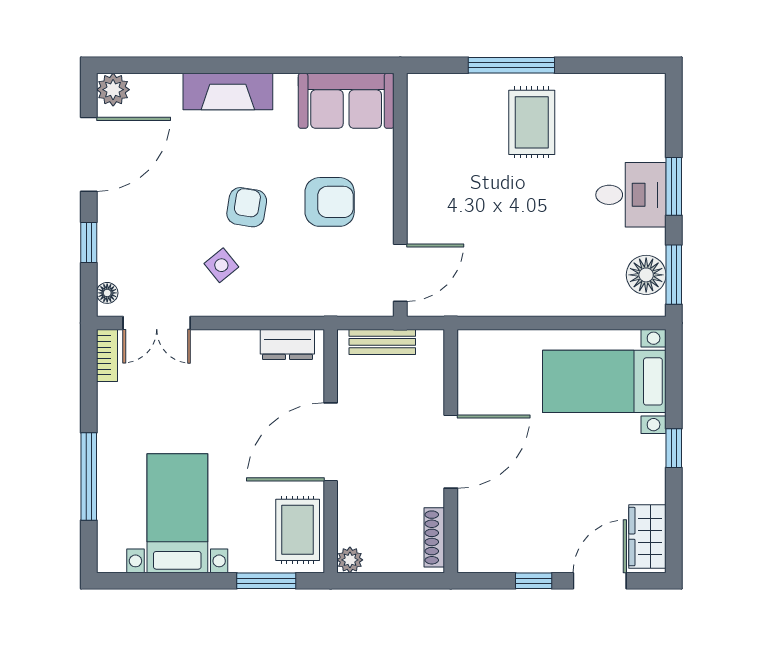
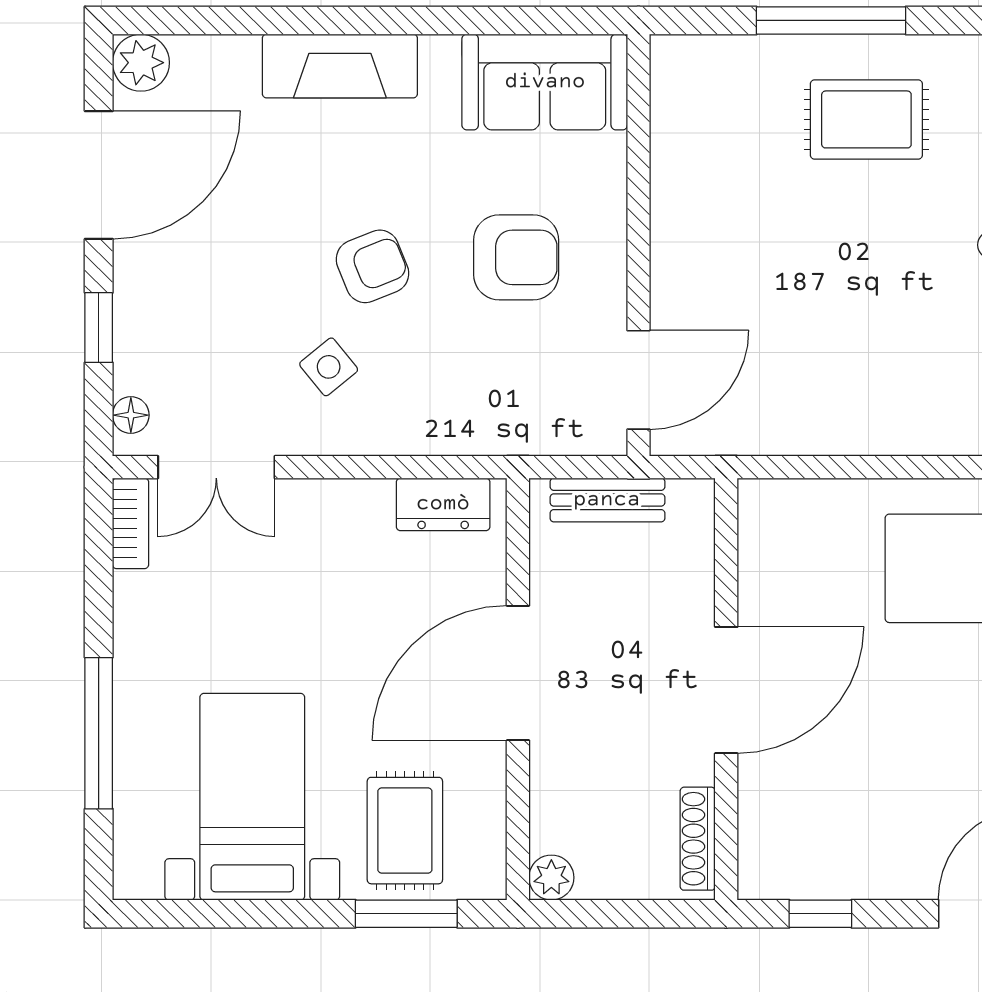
rug: (532, 122) -> (866, 119), turned 90
armchair: (247, 207) -> (372, 266), turned 59
rug: (298, 530) -> (405, 831), moved
window: (534, 581) -> (820, 914), moved

